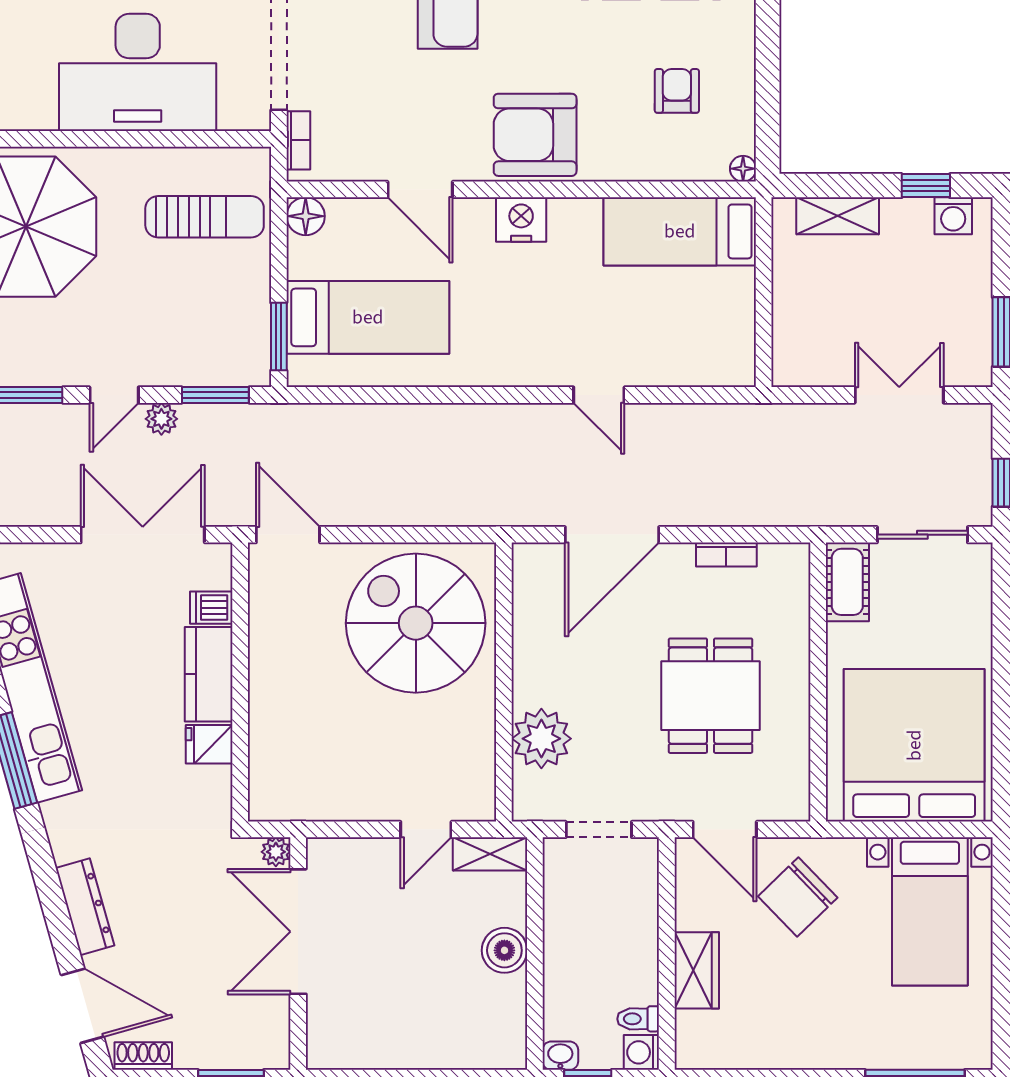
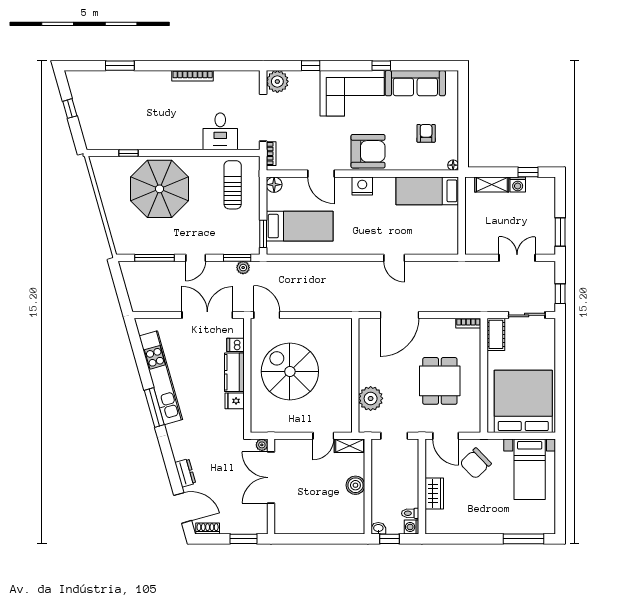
desk: (138, 72) -> (220, 131), width x0.53, depth x0.77
armchair: (535, 135) -> (368, 151), turned 180
washing machine: (953, 216) -> (518, 184), moved
sun lounger: (205, 217) -> (233, 185), turned -90
plant: (161, 419) -> (243, 268), moved
bookcase: (726, 555) -> (468, 323), moved
spiral stairs: (416, 623) -> (290, 371), moved
dresser: (85, 907) -> (185, 473), width x0.70

